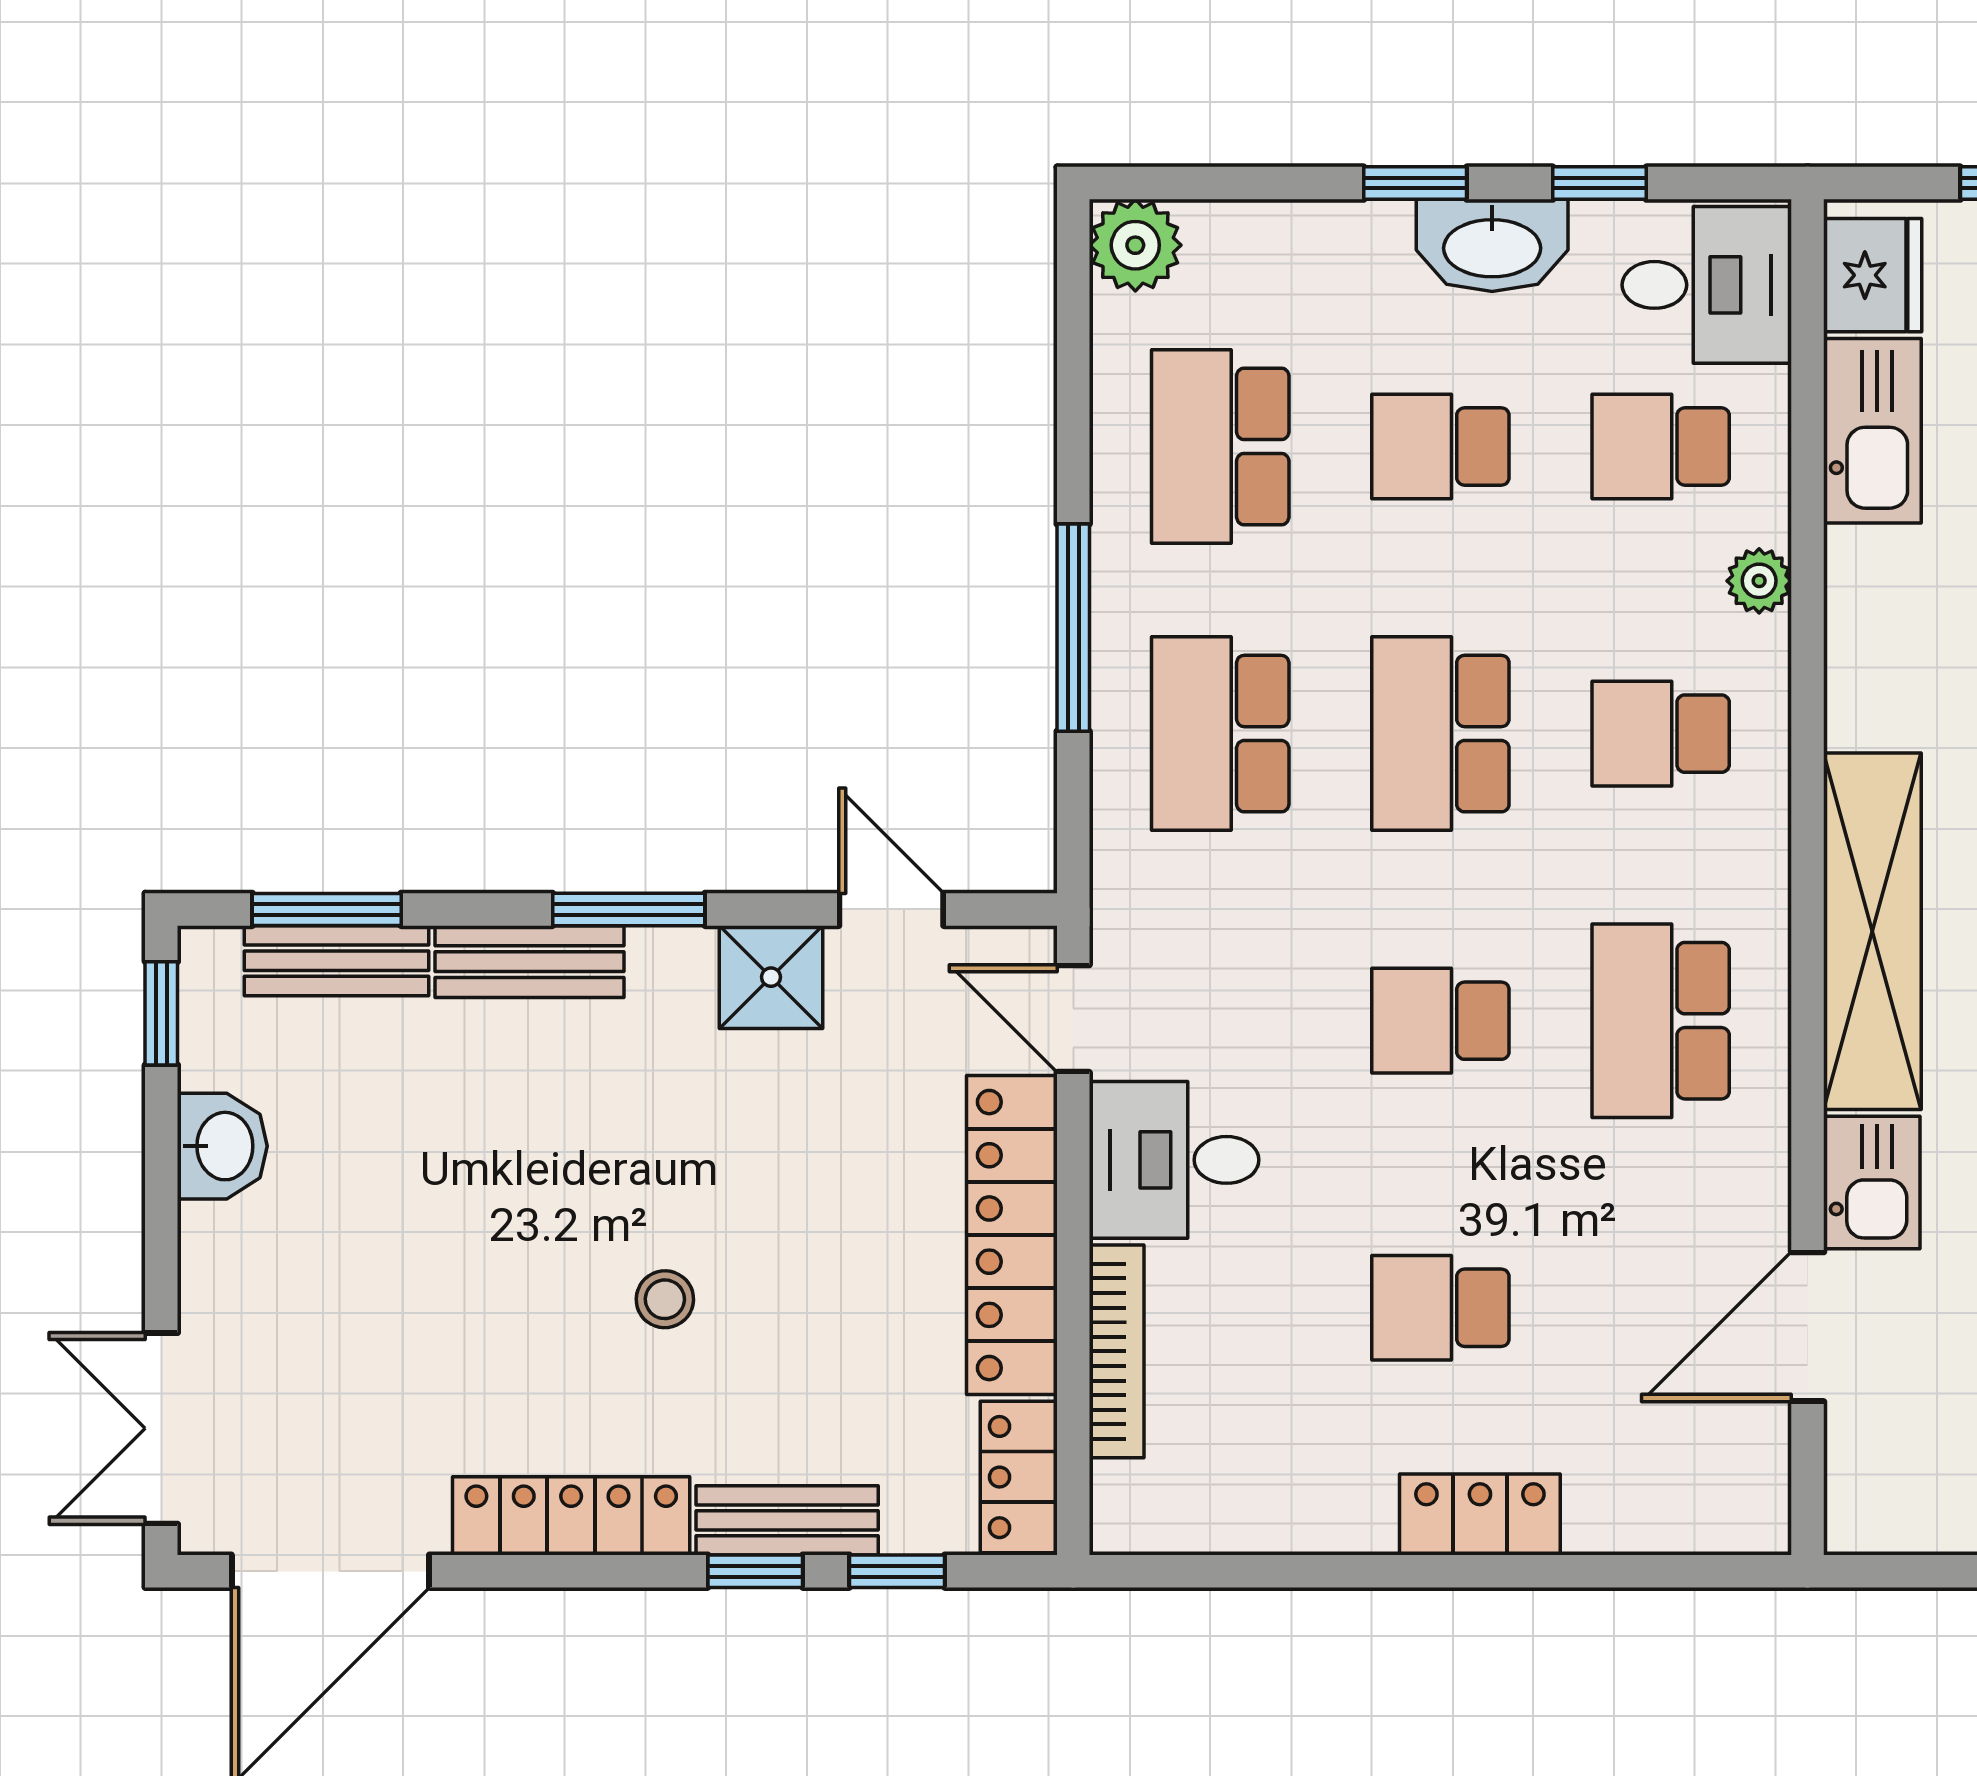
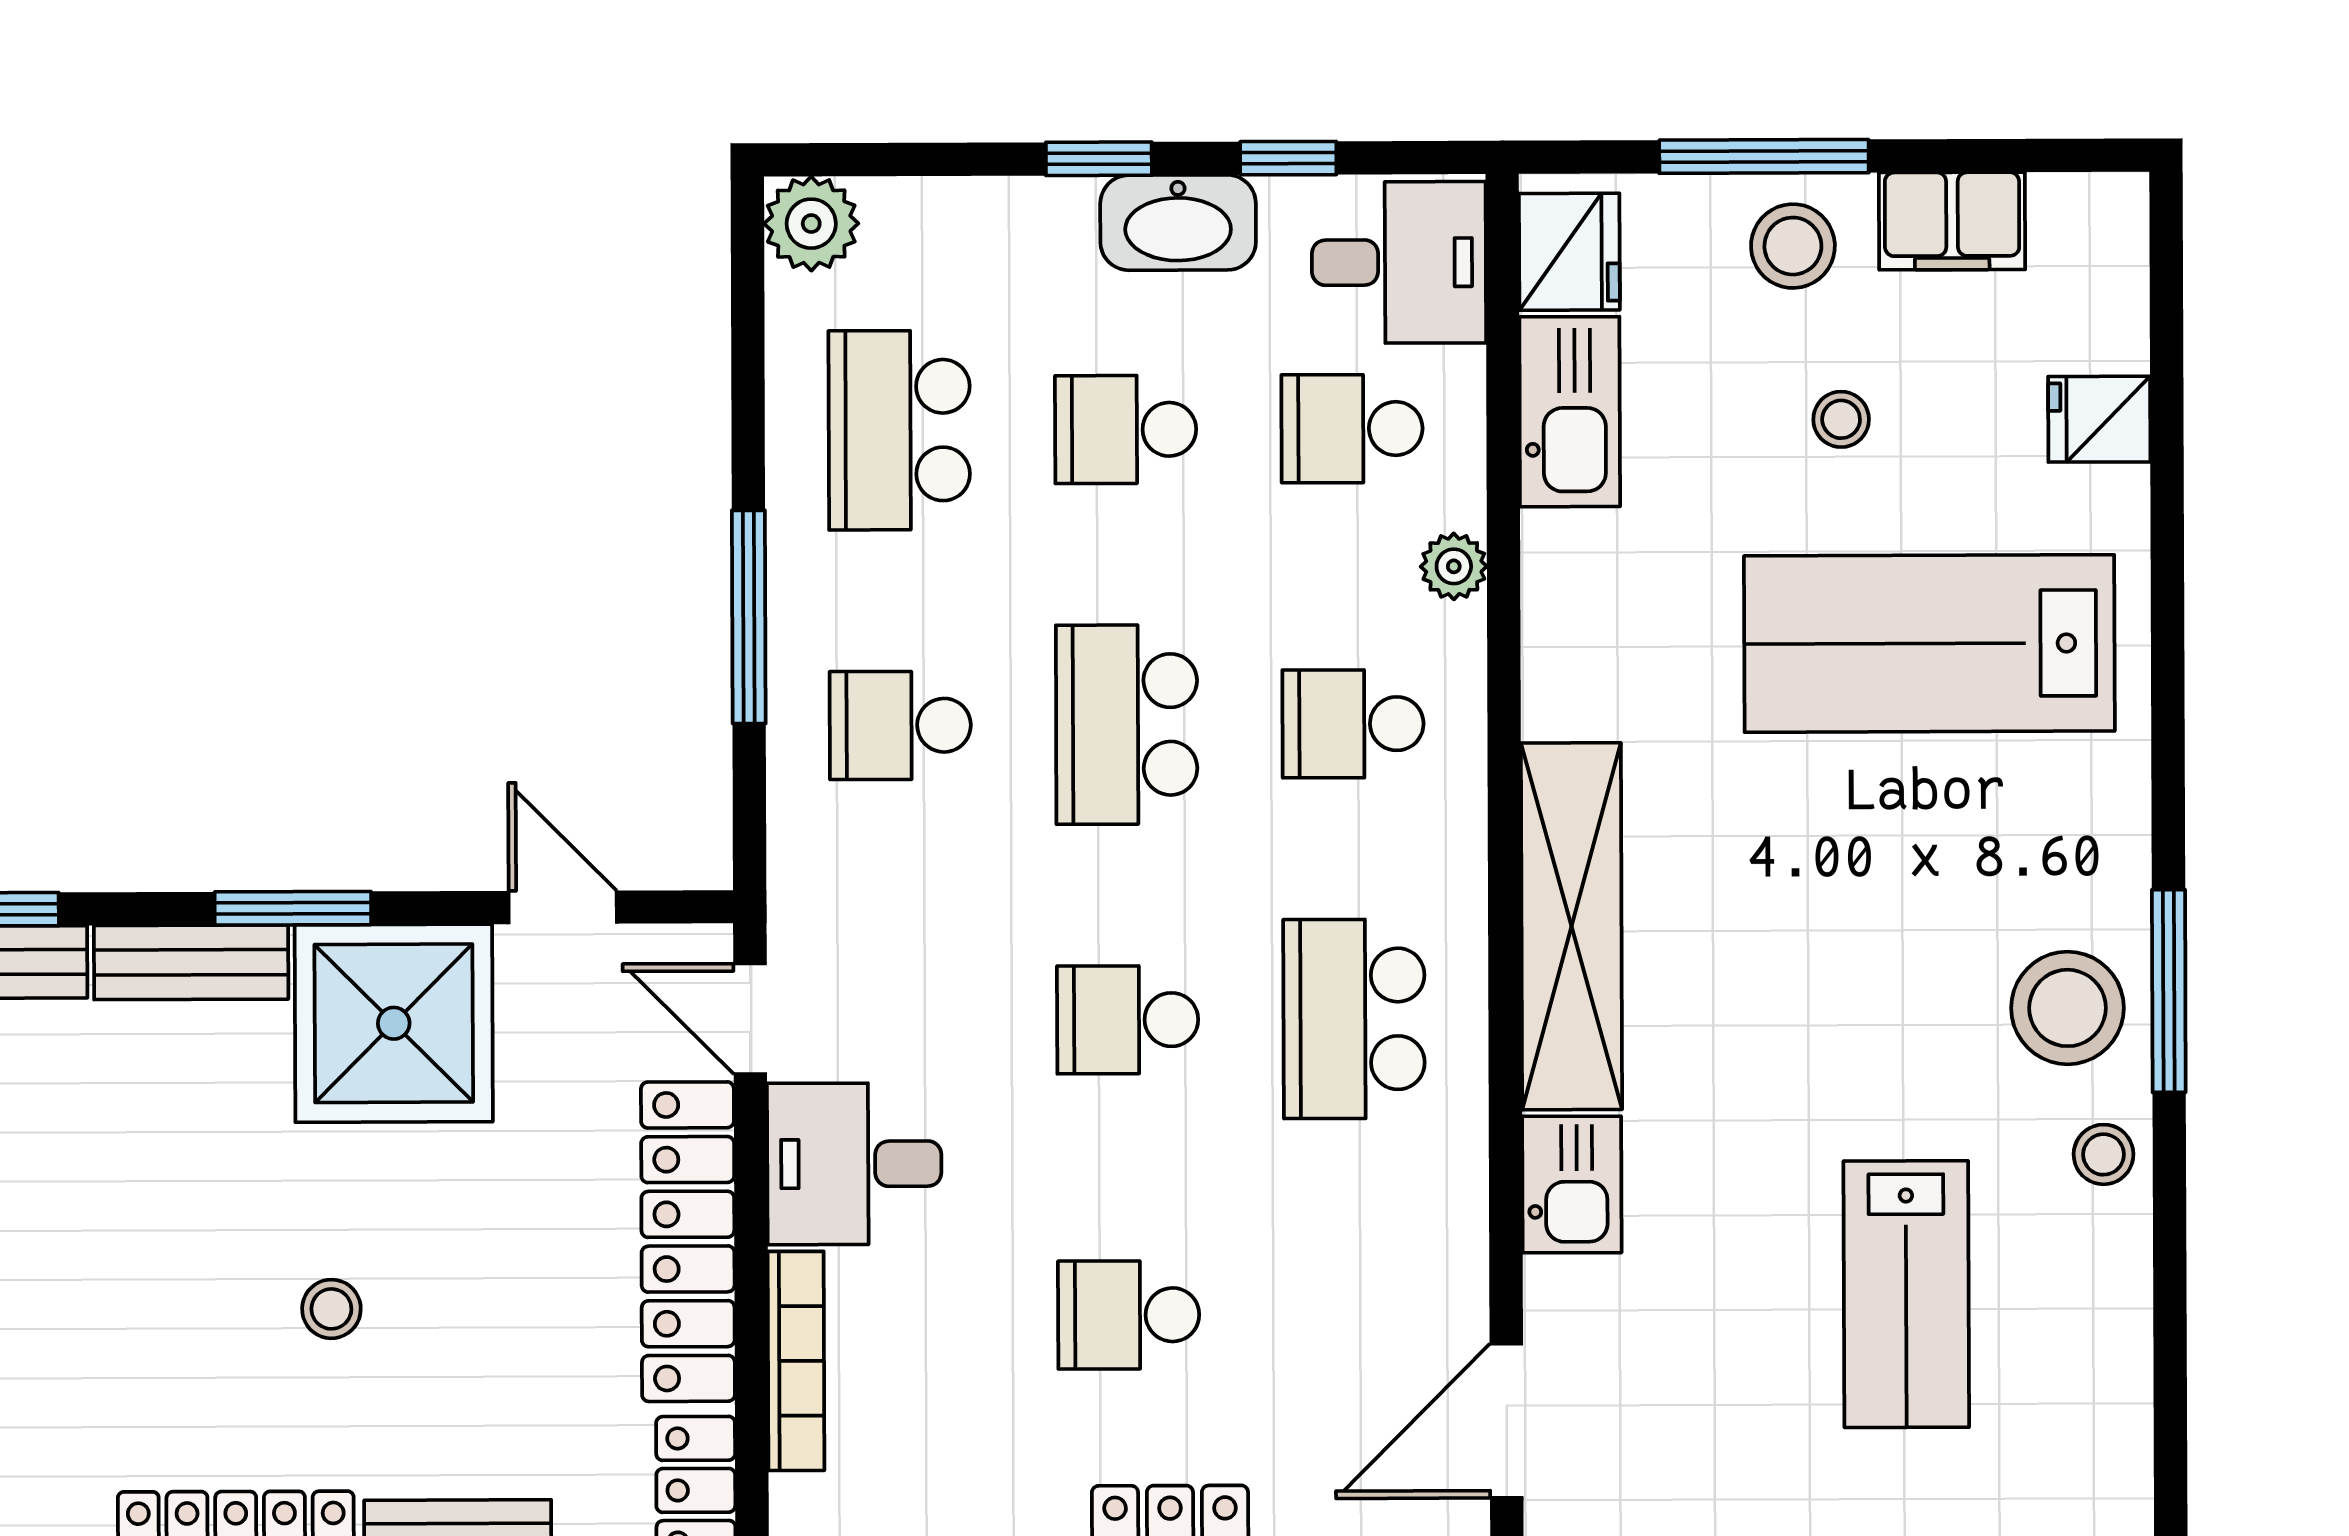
school desk: (1220, 734) -> (900, 725), width x0.54
shower: (771, 977) -> (394, 1023), width x1.86, depth x1.86
door: (1808, 1327) -> (1507, 1421), moved

